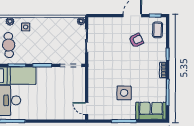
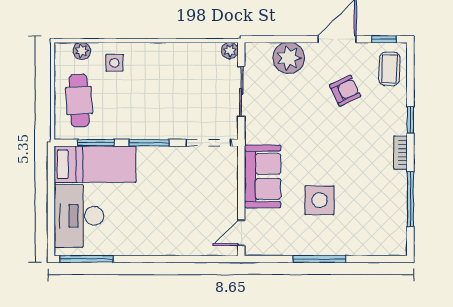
plant: (109, 25) -> (289, 58), added
door: (87, 108) -> (241, 233), hinge flipped
sofa: (151, 111) -> (263, 176), moved, turned 90

